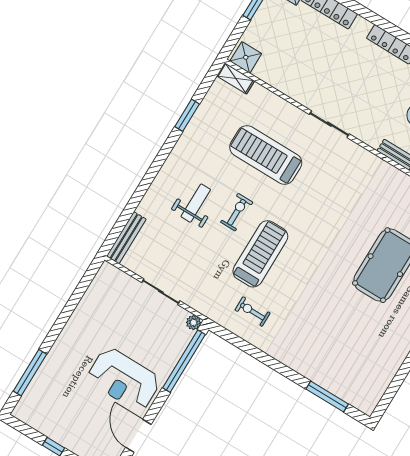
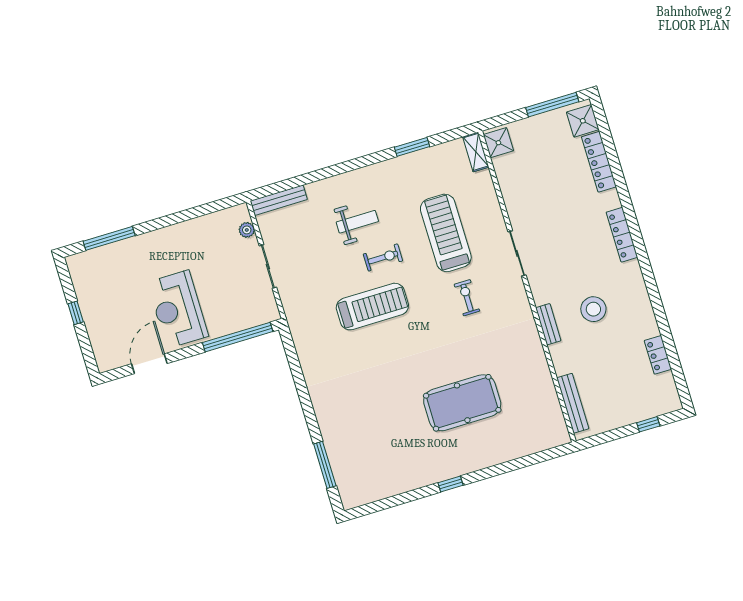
exercise bike: (253, 312) -> (467, 298), moved
plant: (193, 323) -> (247, 230), moved

